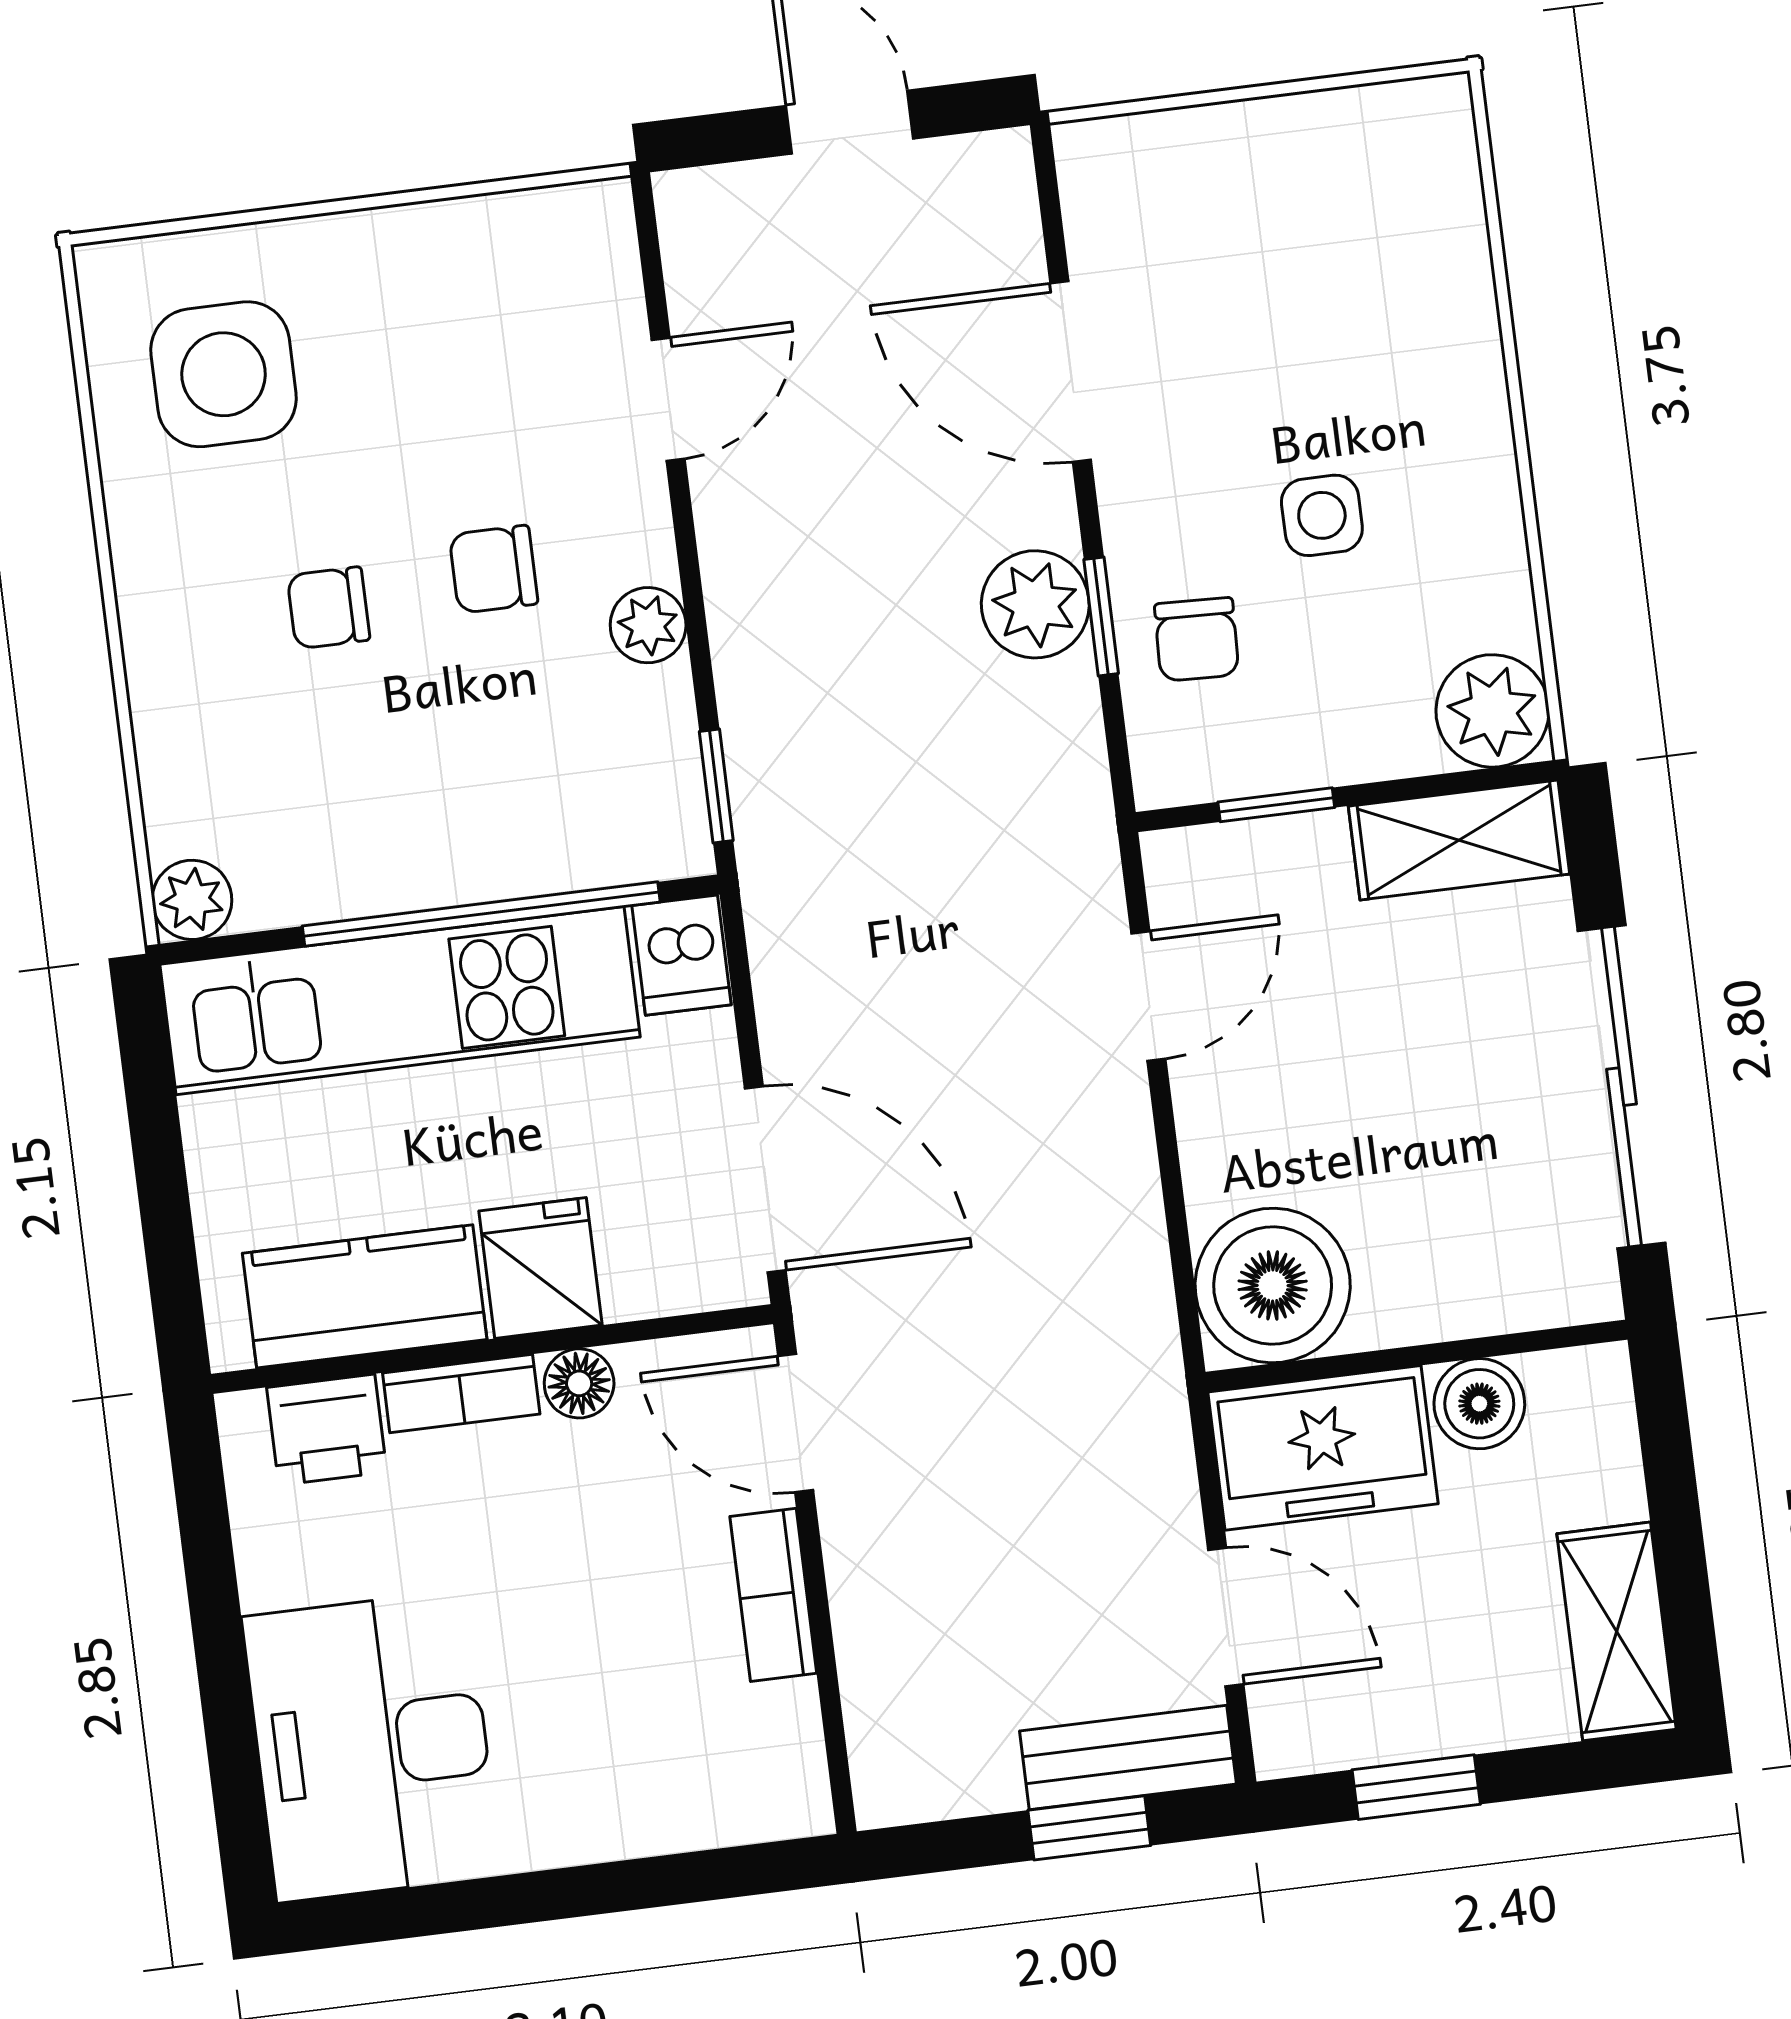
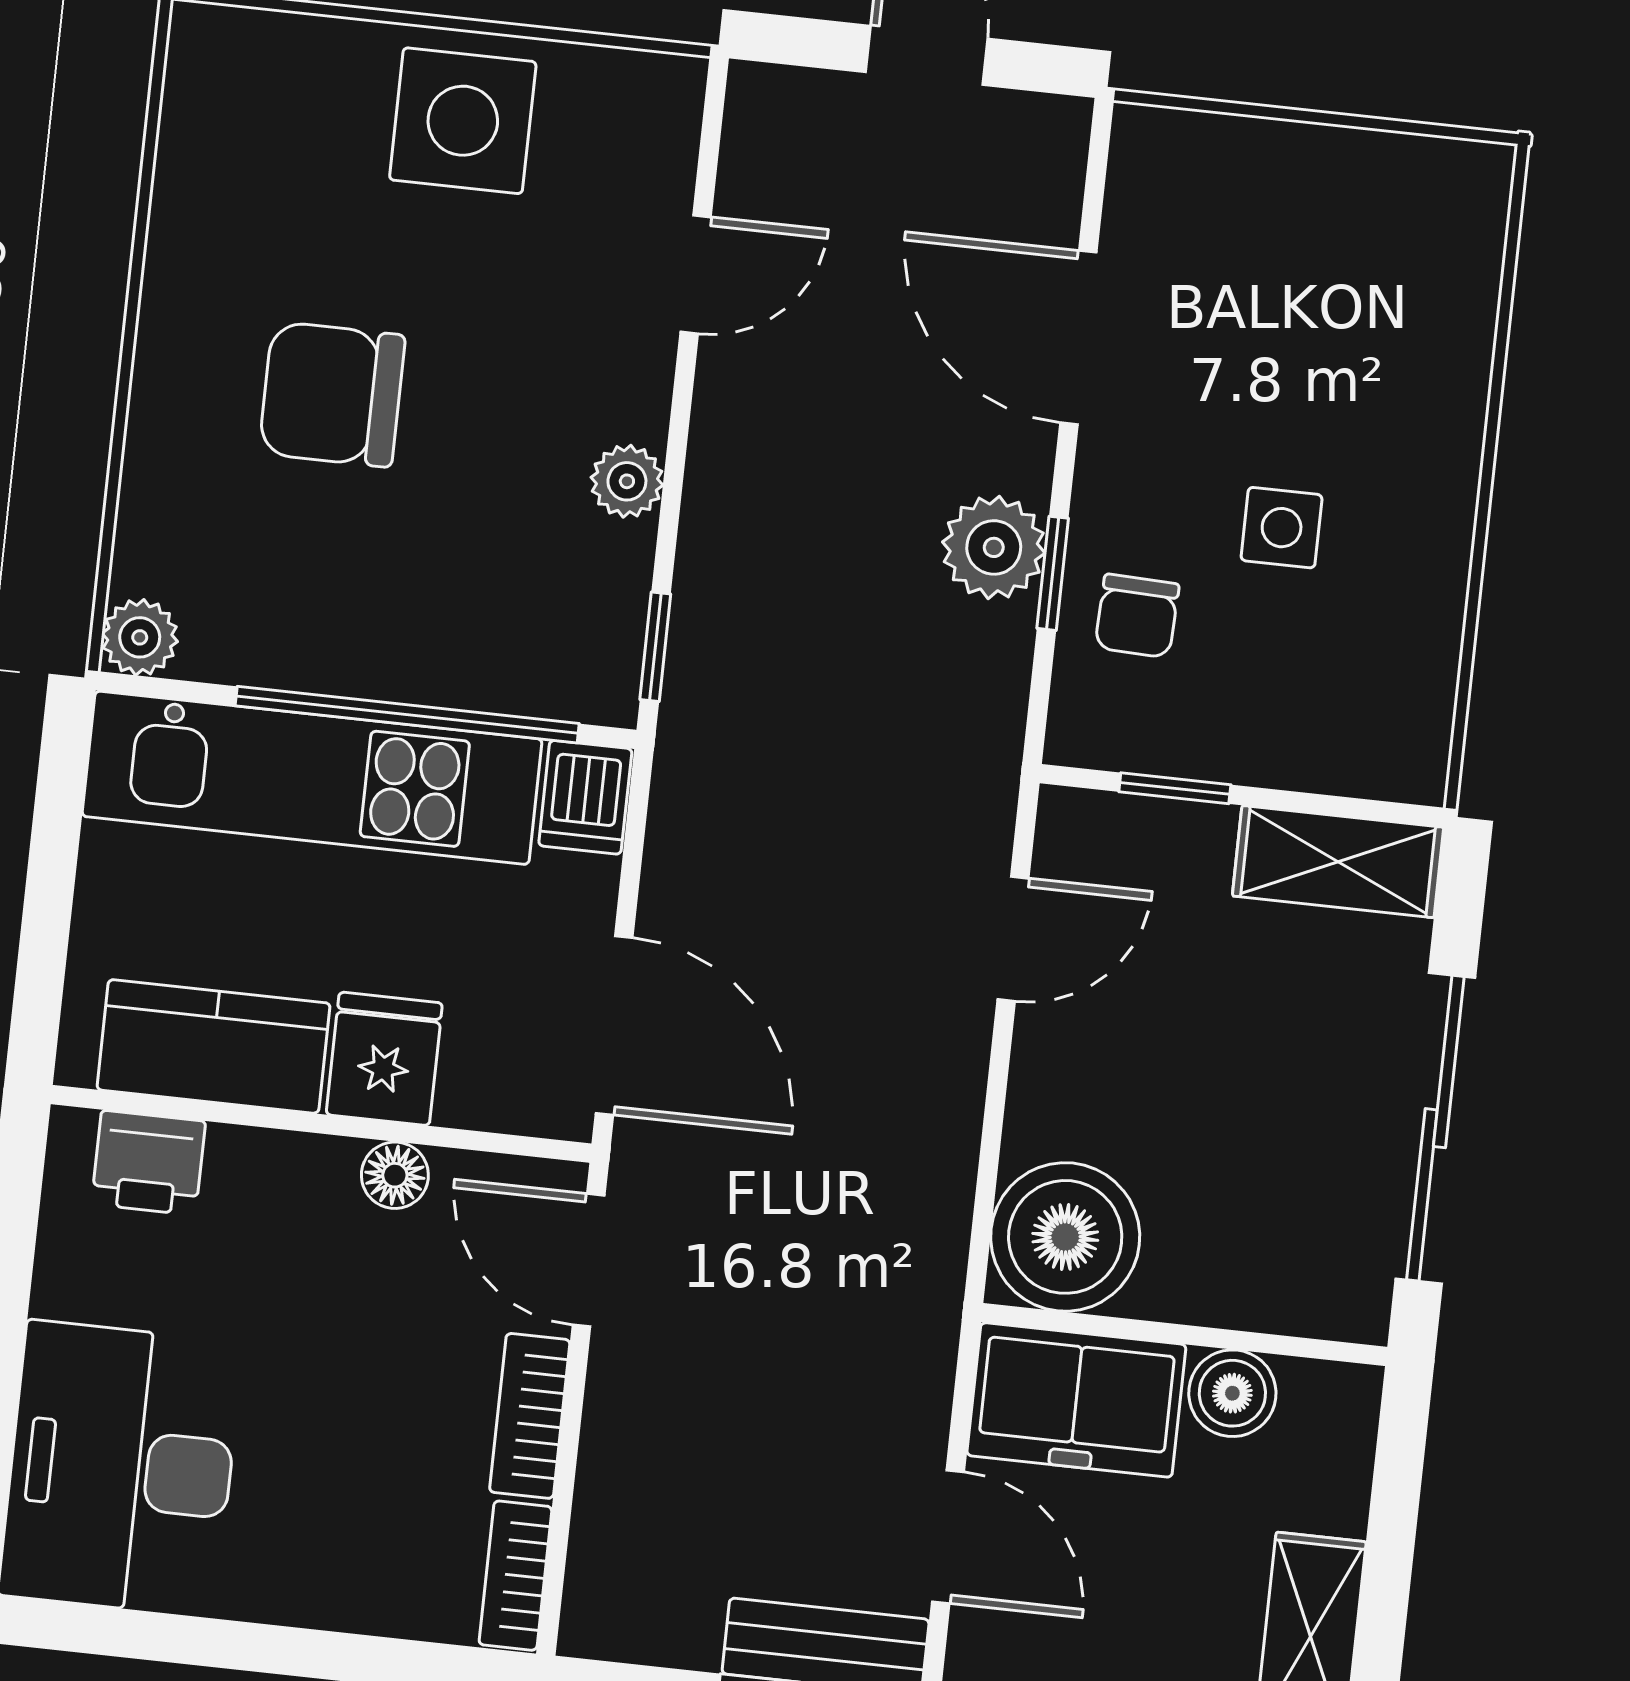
side table: (224, 374) -> (463, 121), moved
chair: (493, 569) -> (495, 395), removed
chair: (329, 608) -> (332, 394), width x1.87, depth x1.87
plant: (1492, 711) -> (1398, 748), removed
bookcase: (461, 1394) -> (515, 1576), moved, turned 90

